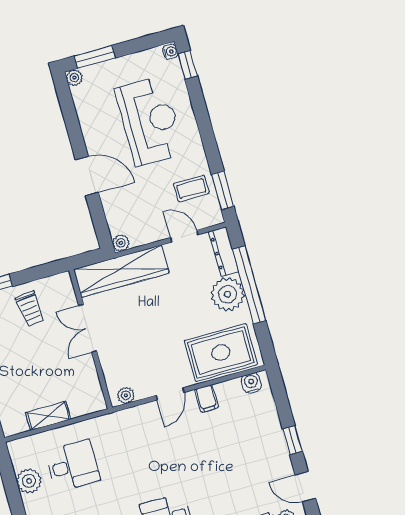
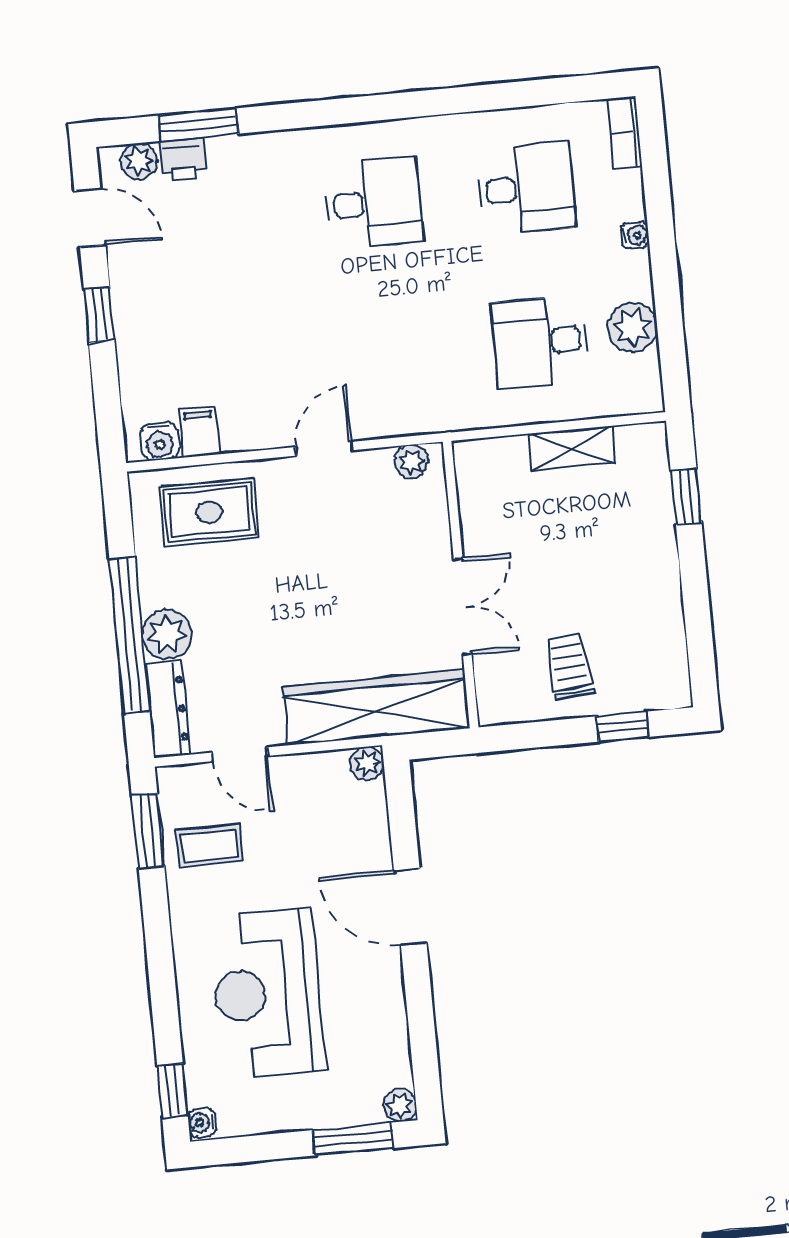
plant: (228, 294) -> (167, 634), width x0.73, depth x0.73
rug: (221, 353) -> (209, 512), width x0.73, depth x0.70
filing cabinet: (207, 398) -> (199, 432), moved

